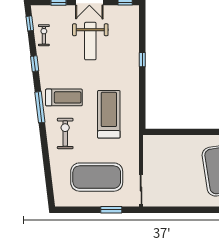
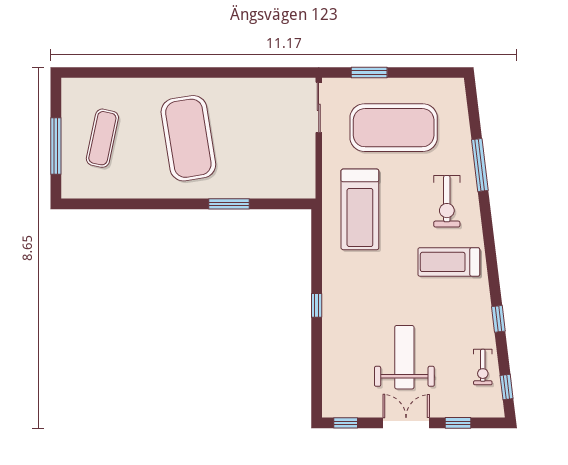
window: (142, 60) -> (317, 305), moved
window: (40, 107) -> (480, 165), moved
treadmill: (109, 114) -> (360, 209), moved
window: (194, 132) -> (229, 204), added

